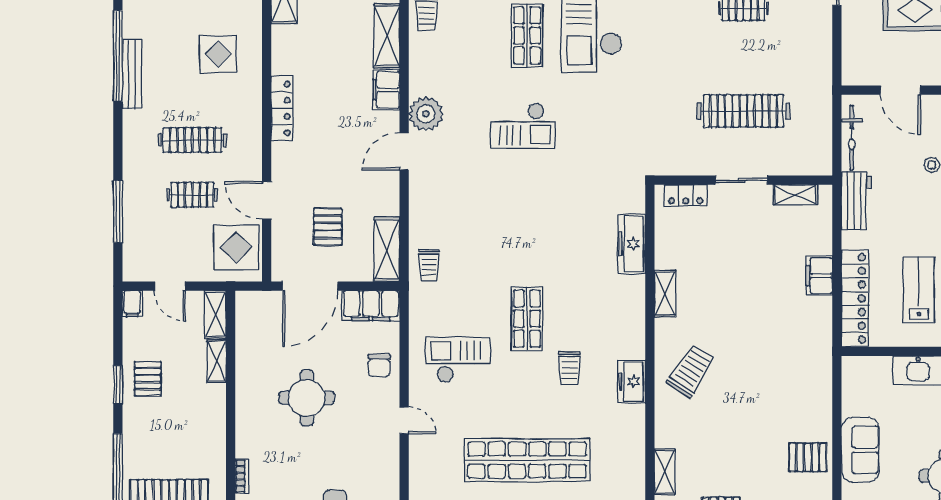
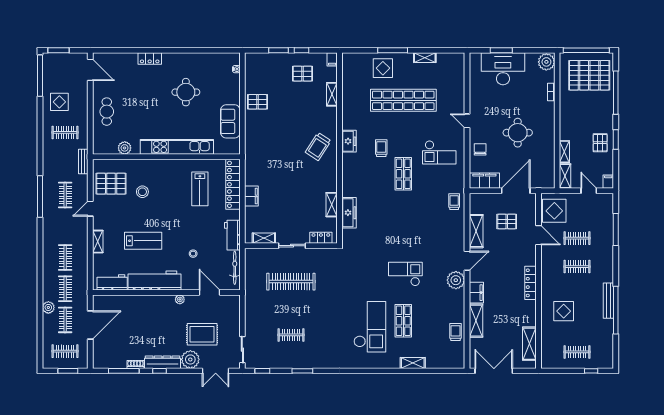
clothes rail: (192, 140) -> (577, 267), width x0.73
pallet: (328, 227) -> (507, 221), turned 90
shelving: (387, 249) -> (476, 231), moved
shelving: (665, 294) -> (332, 205), moved
sofa: (860, 450) -> (230, 121), moved

